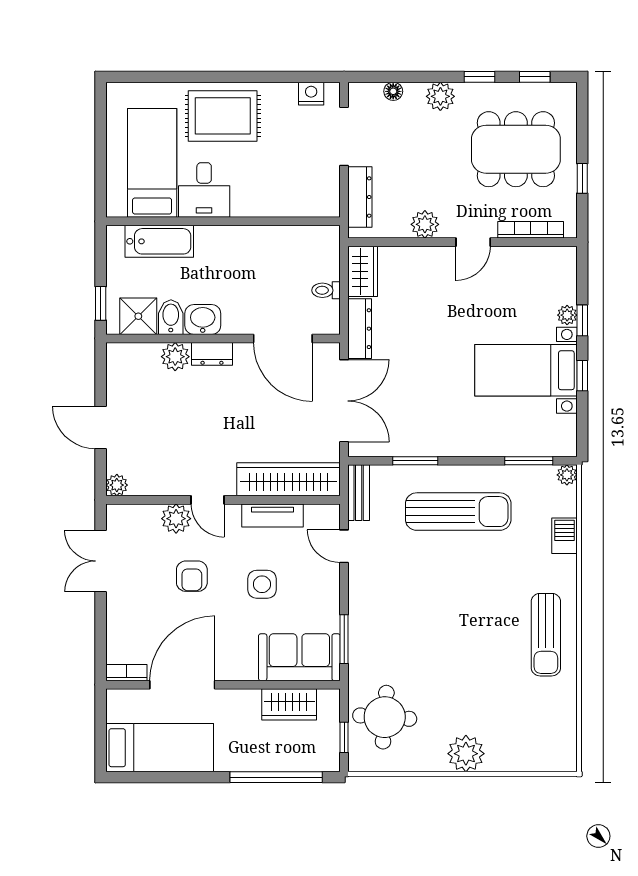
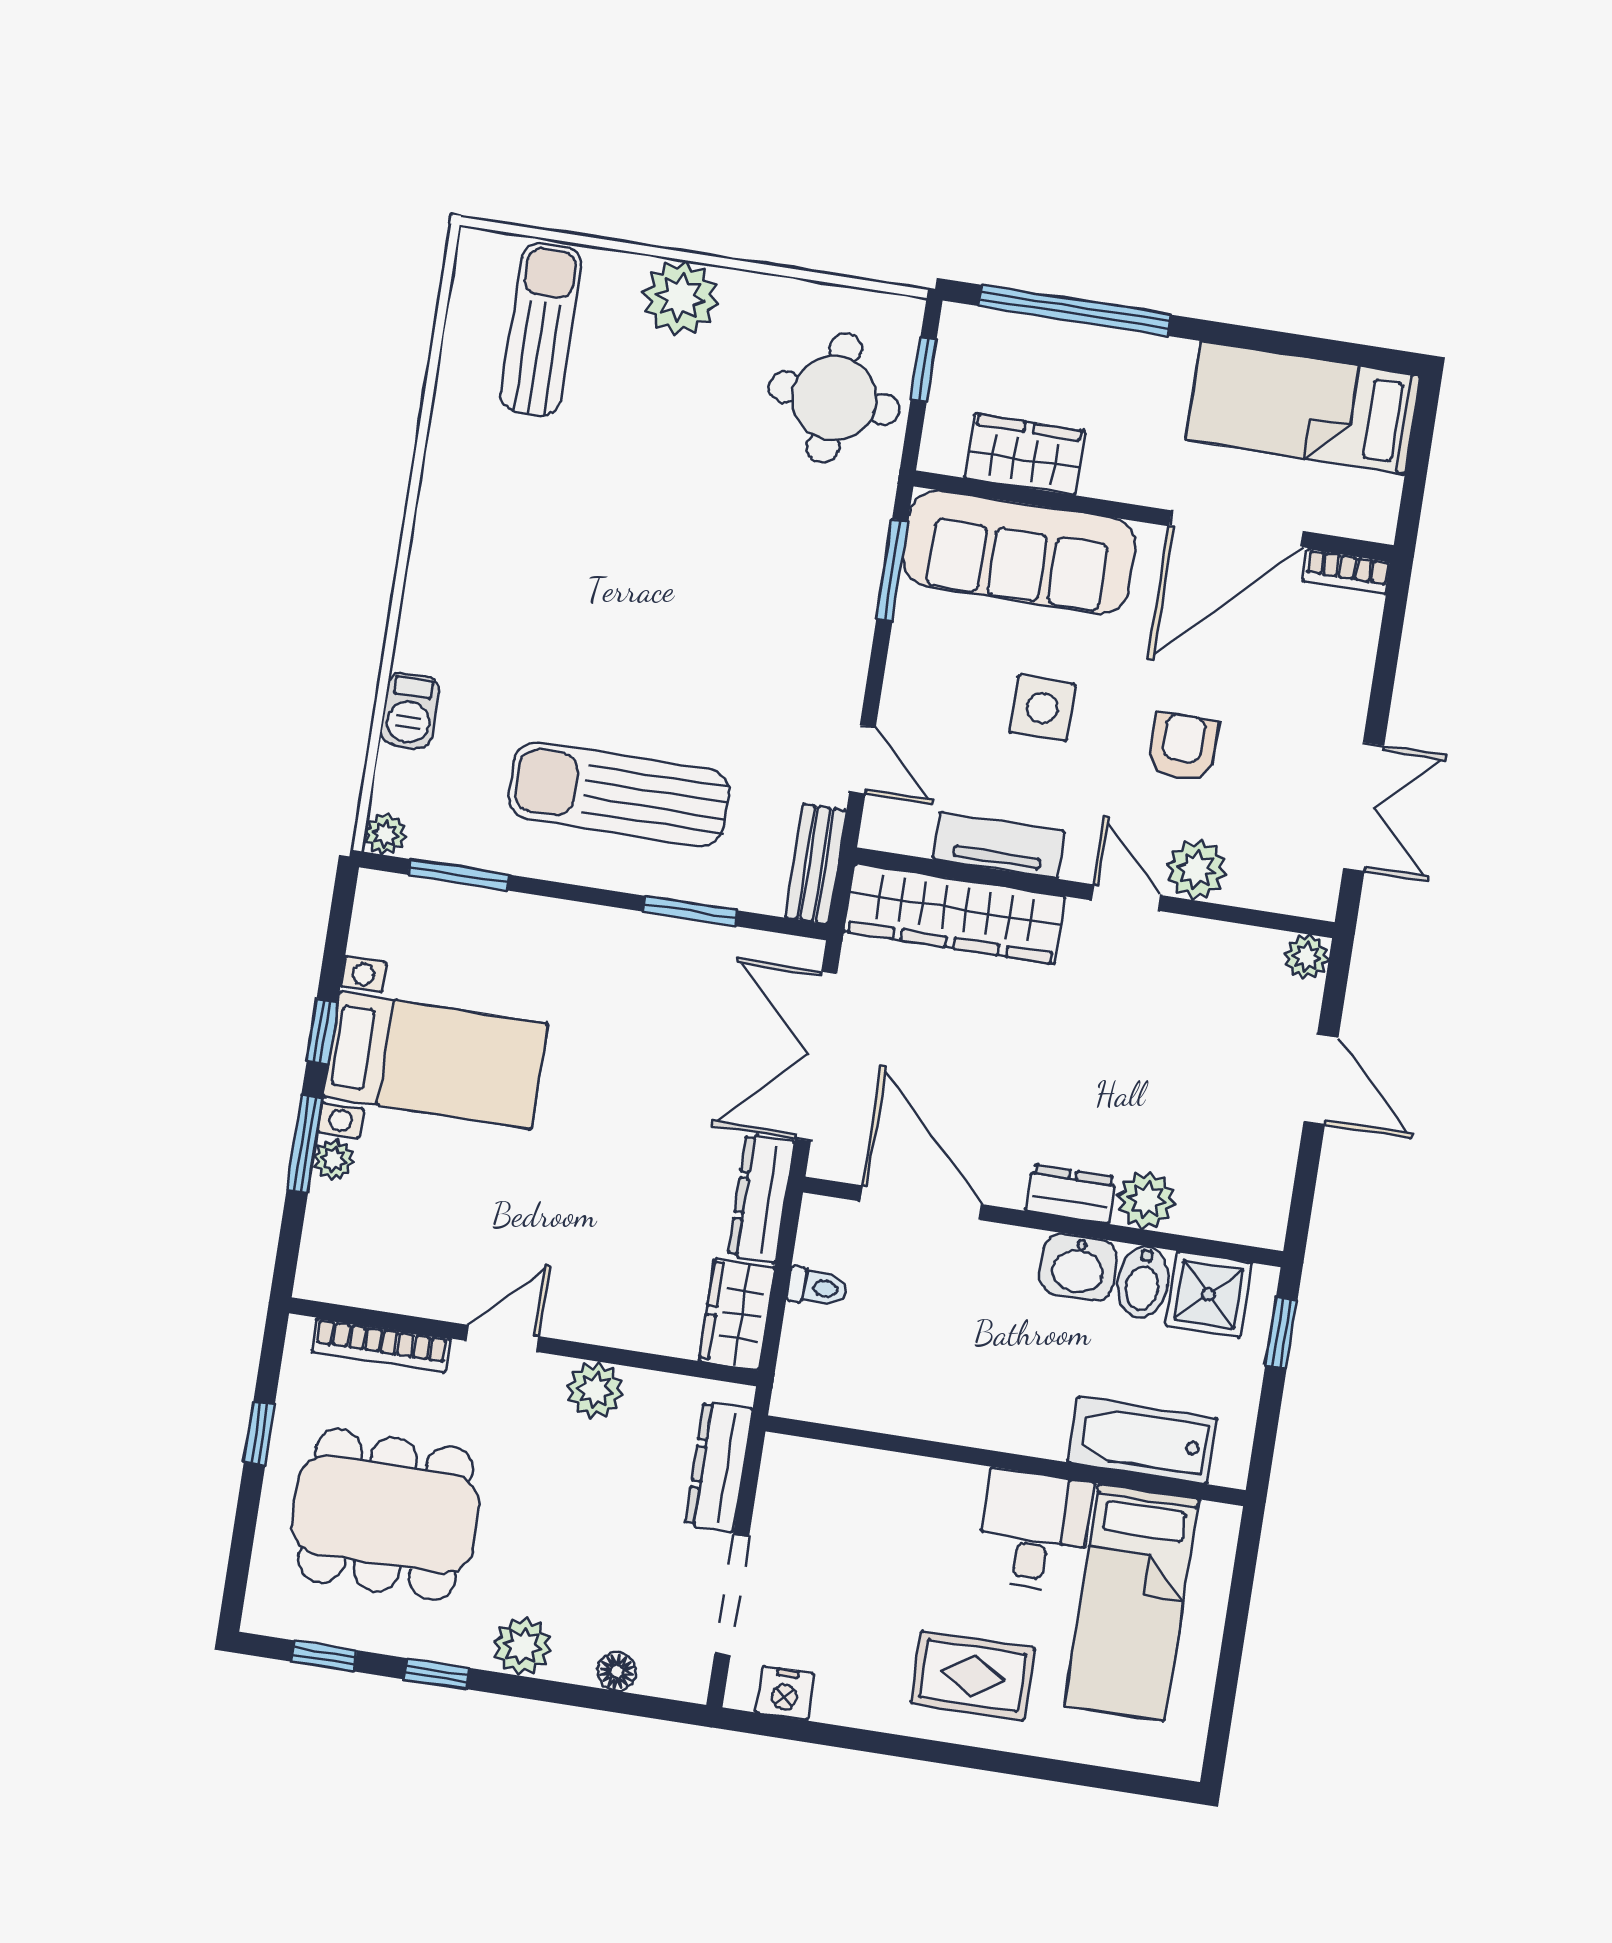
rug: (223, 116) -> (973, 1676), width x0.73, depth x0.70
window: (582, 320) -> (305, 1144), width x1.50
sun lounger: (546, 635) -> (541, 330), moved
sofa: (299, 657) -> (1019, 552), width x1.36

